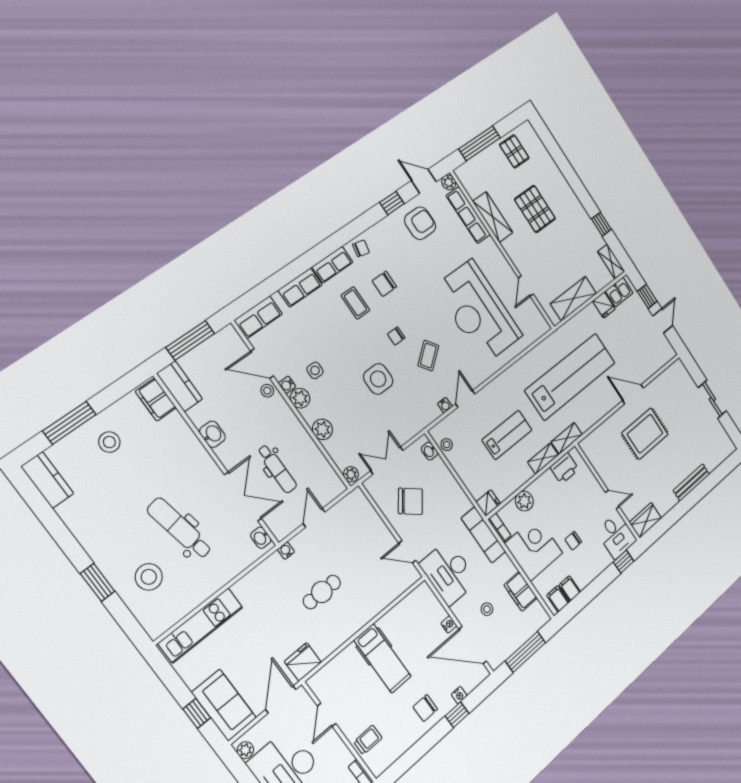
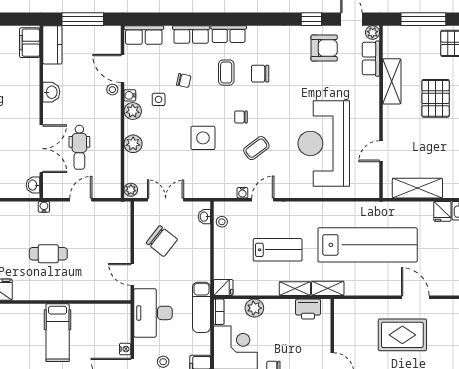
row of seats: (468, 215) -> (371, 59), width x0.68
chair: (361, 248) -> (184, 81), moved

